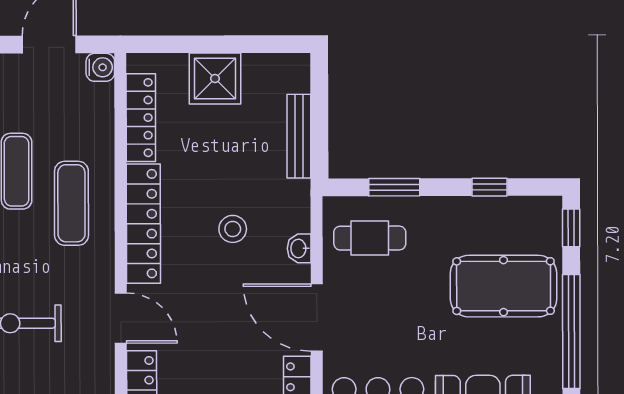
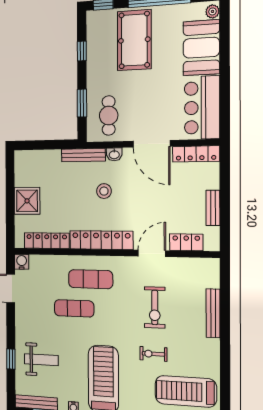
bench: (299, 136) -> (83, 155), moved
door: (317, 318) -> (151, 144), hinge flipped

